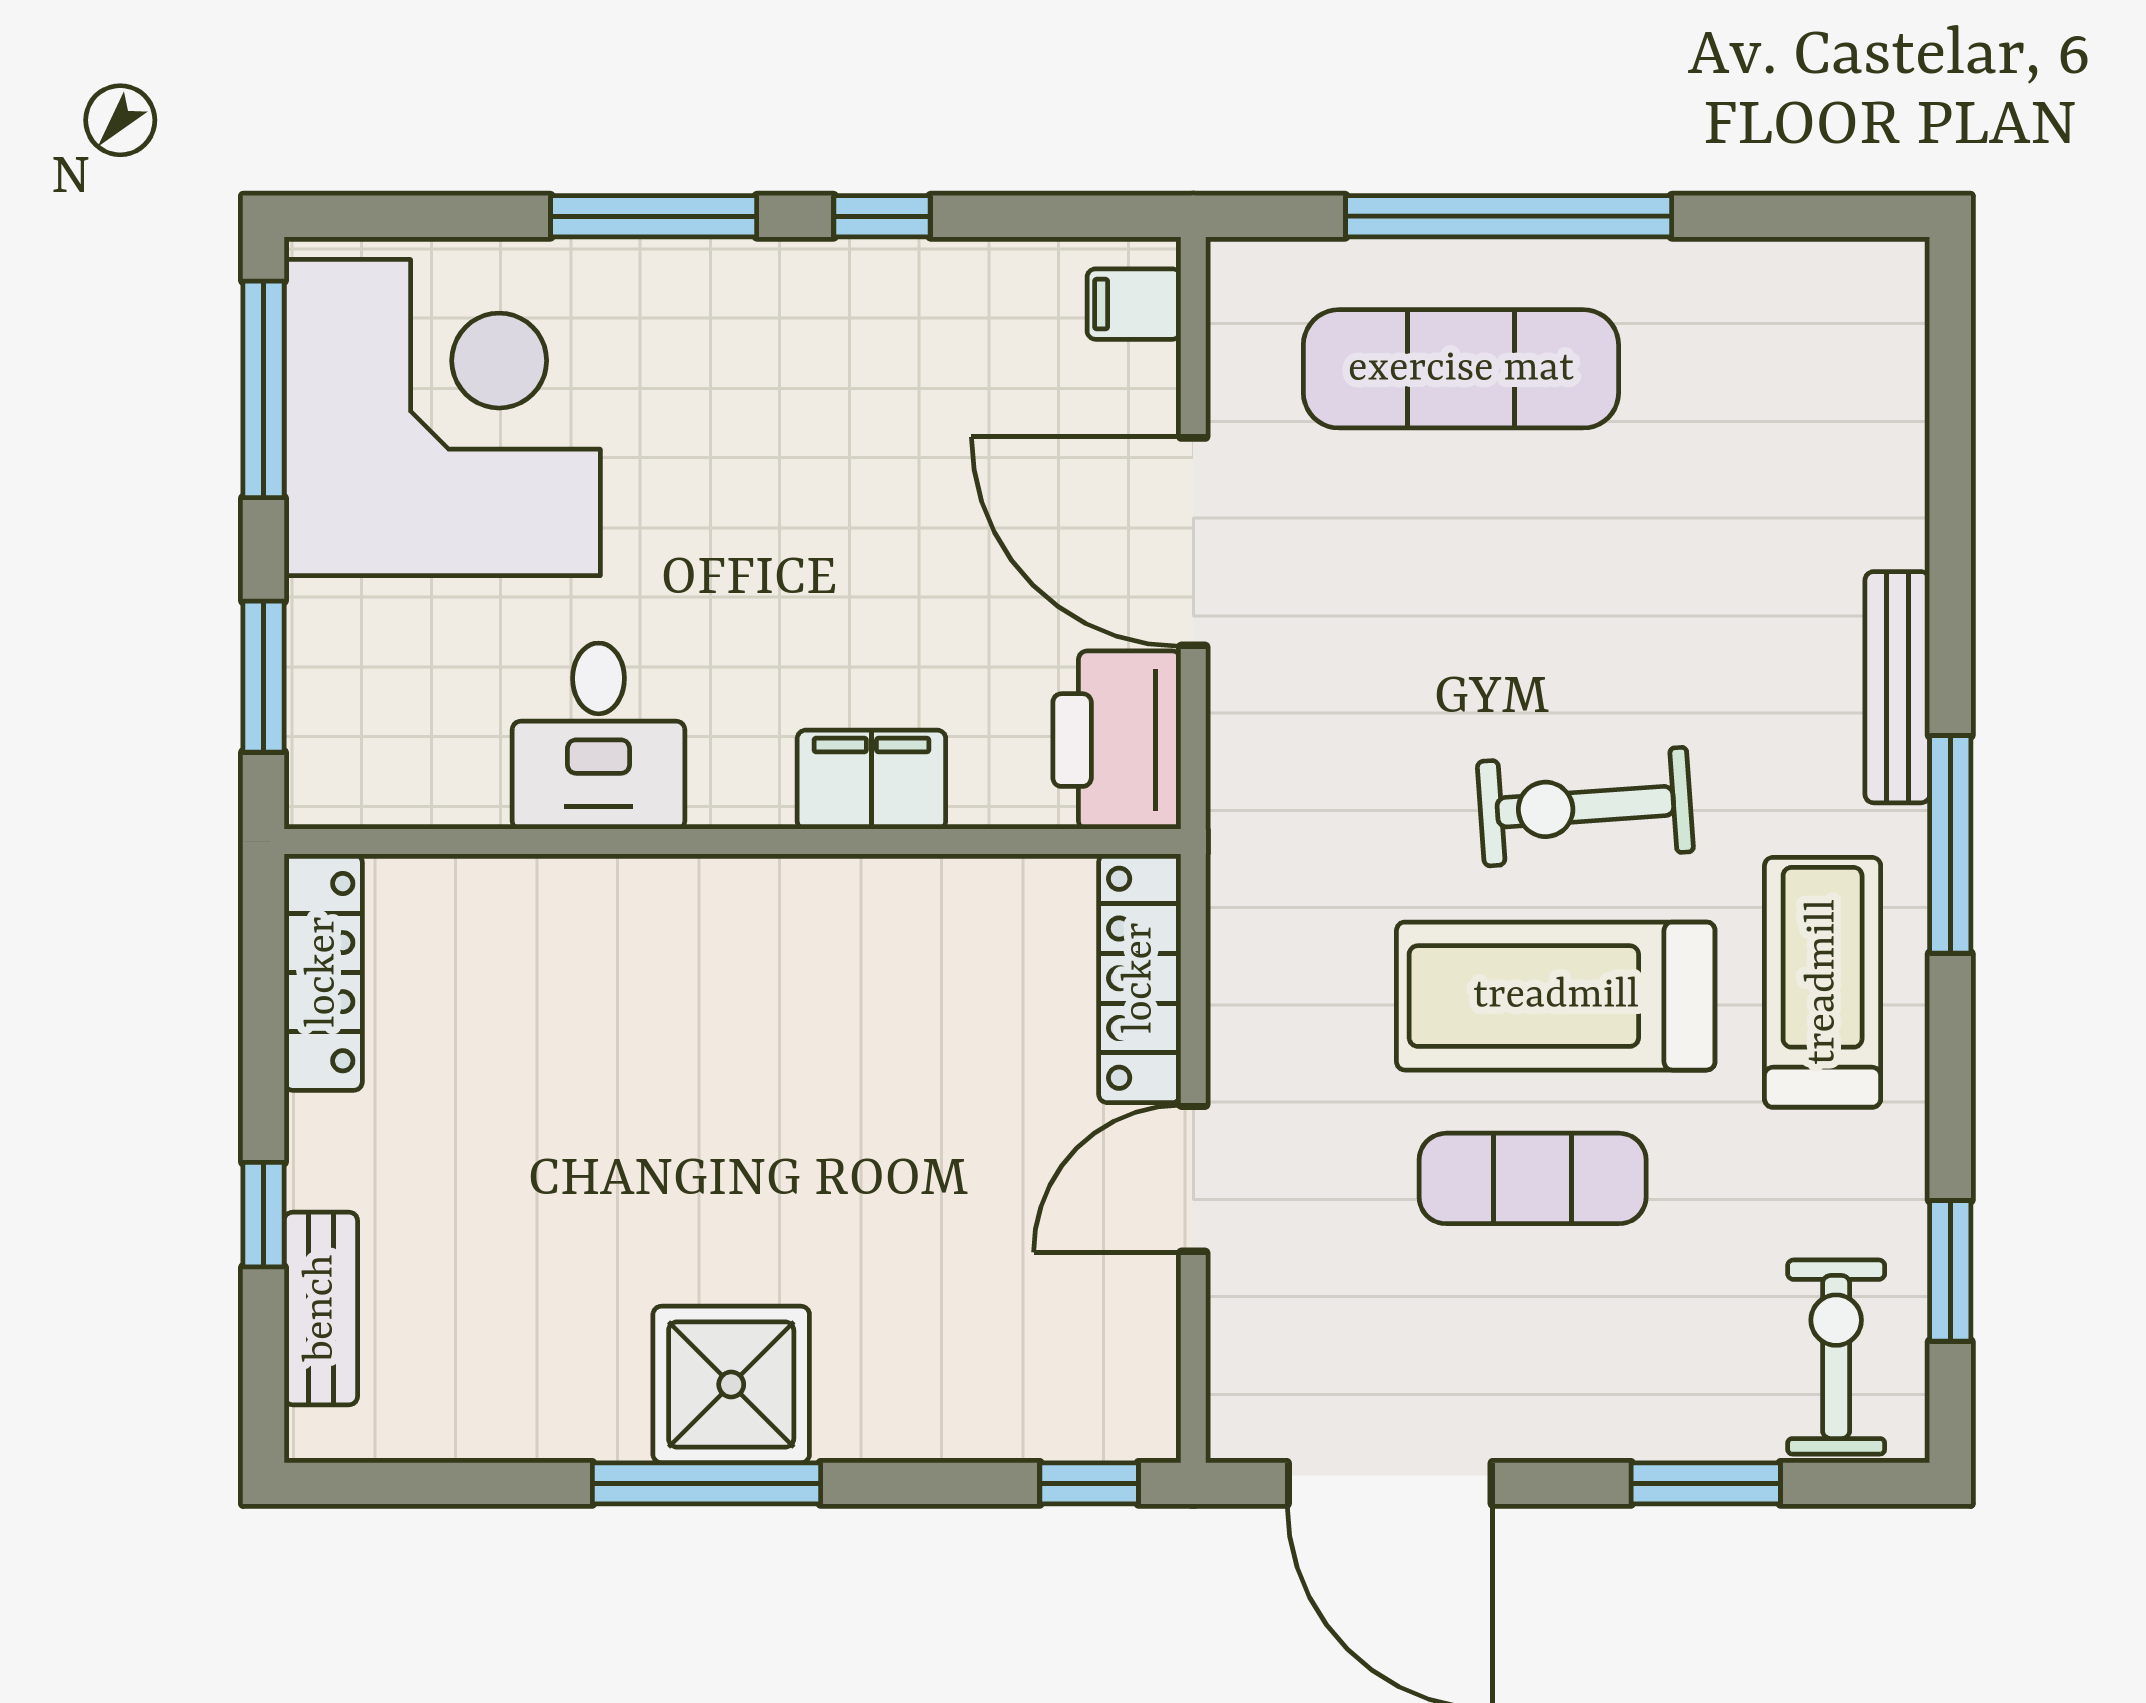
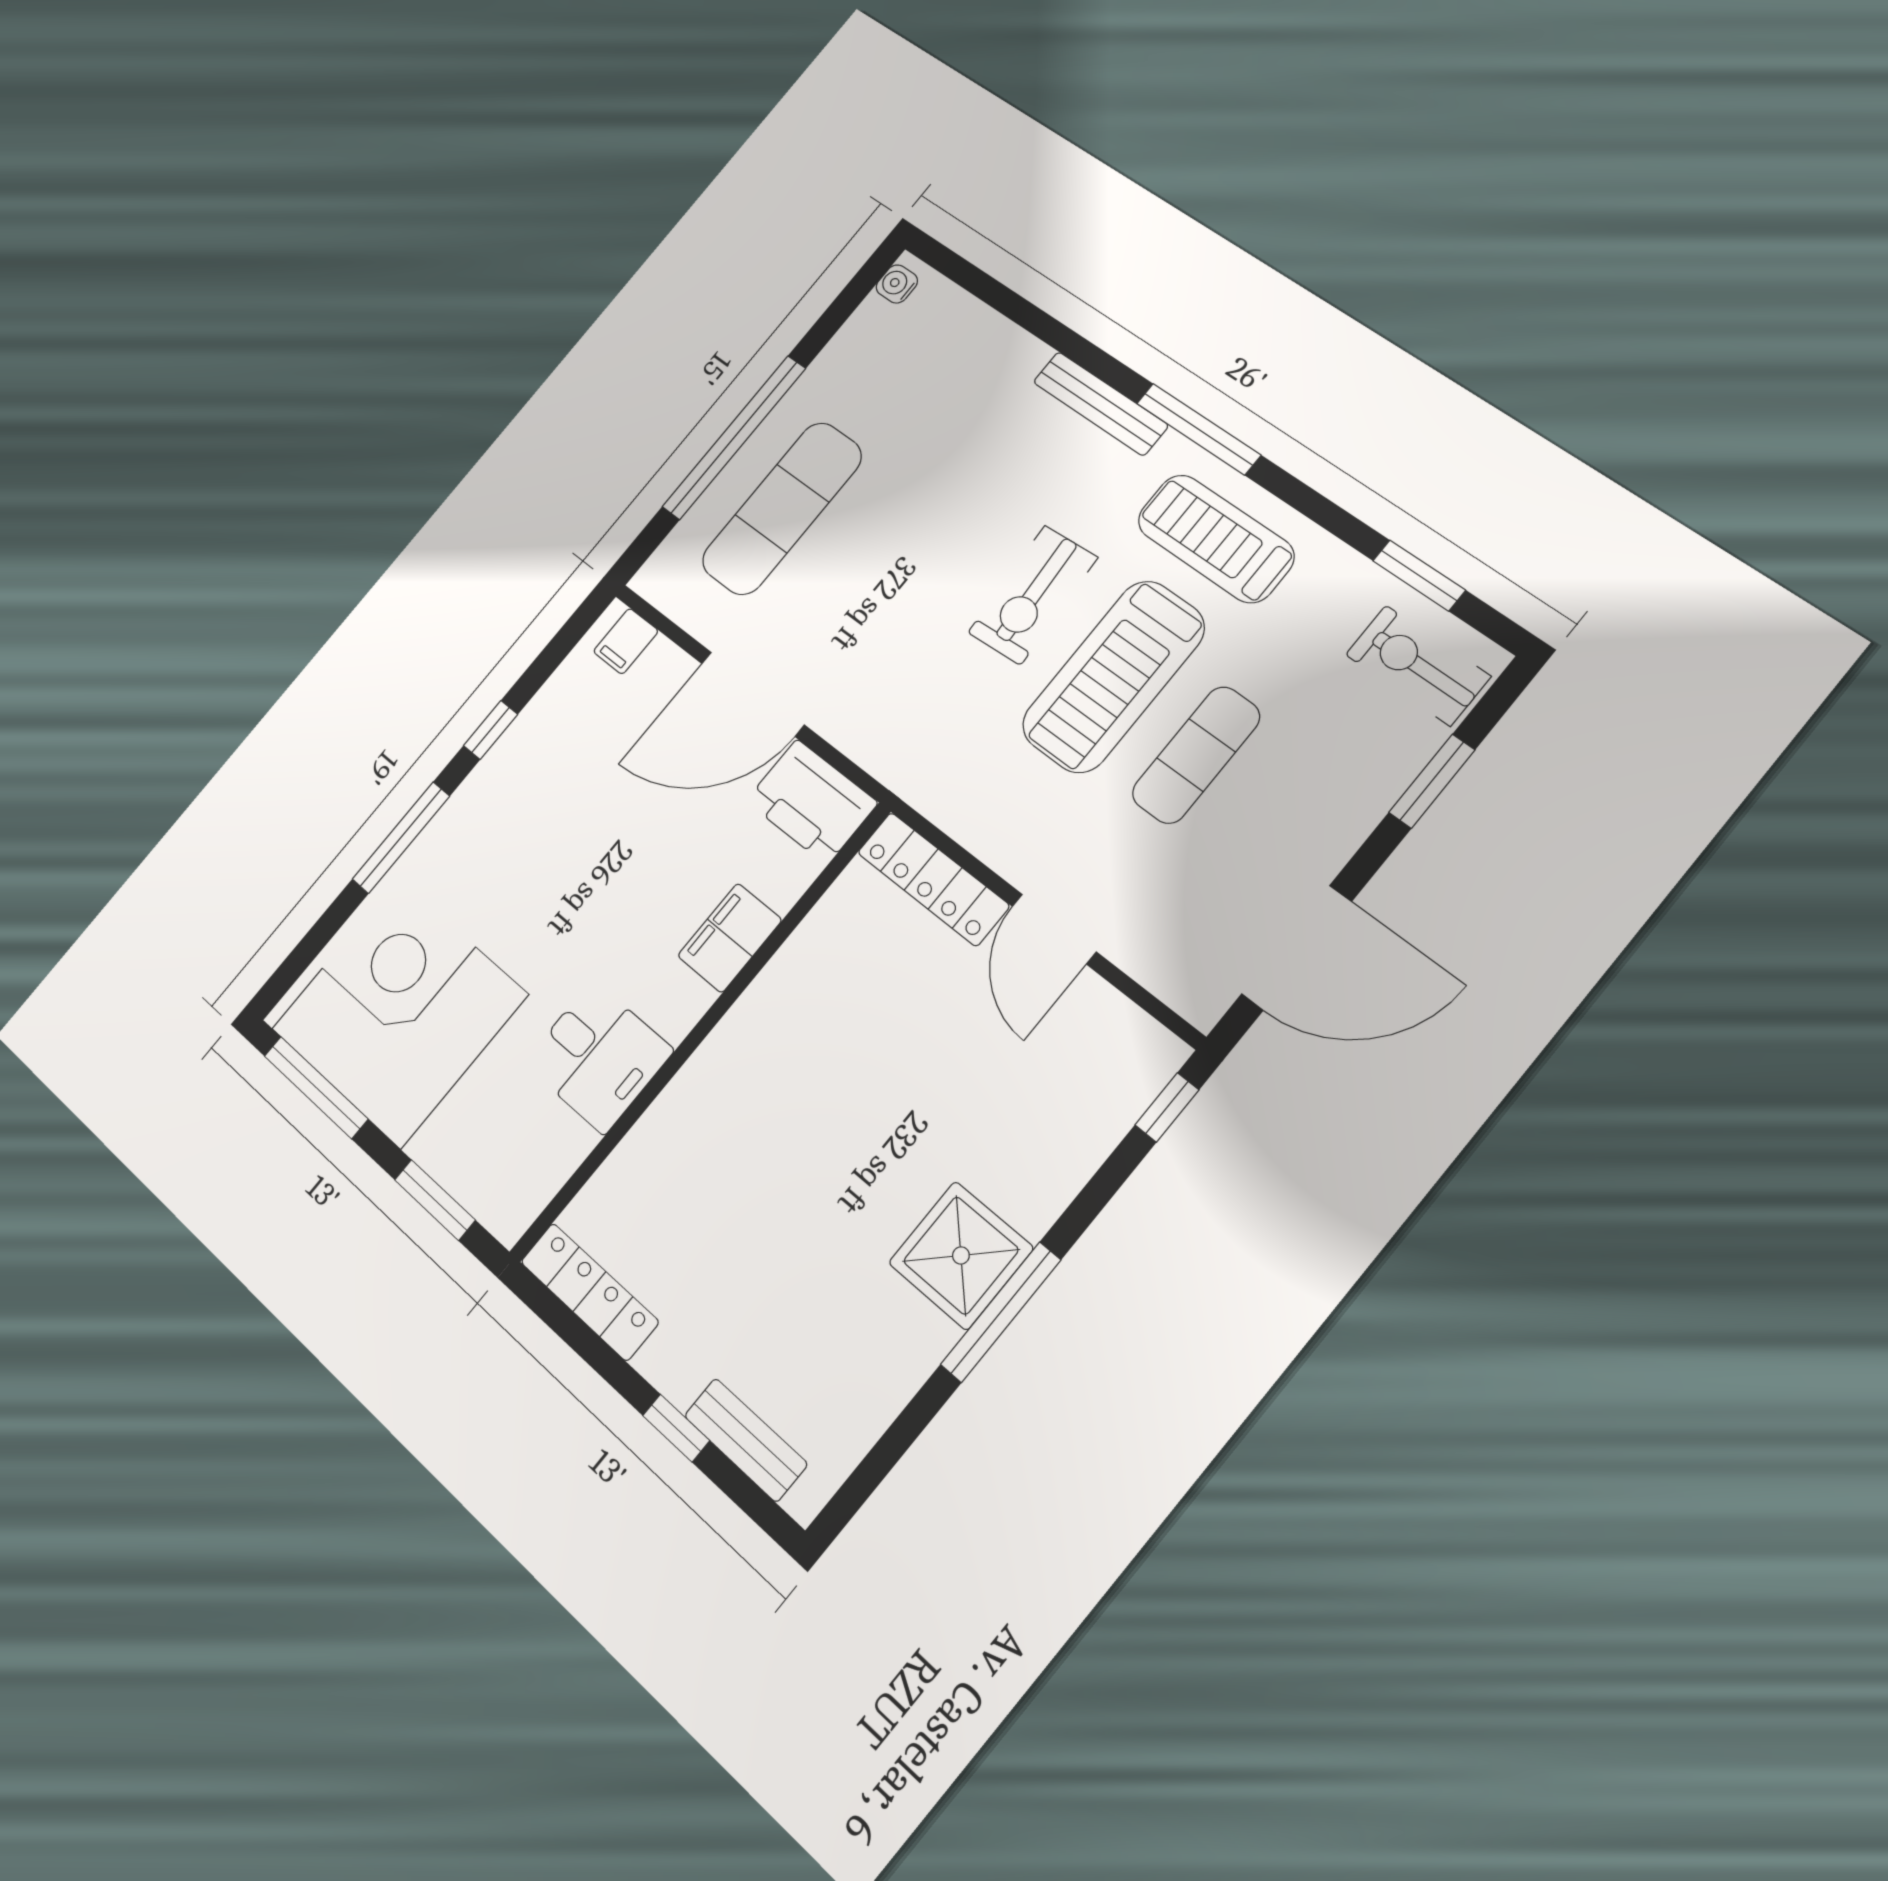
water cooler: (1874, 267) -> (897, 284), added

